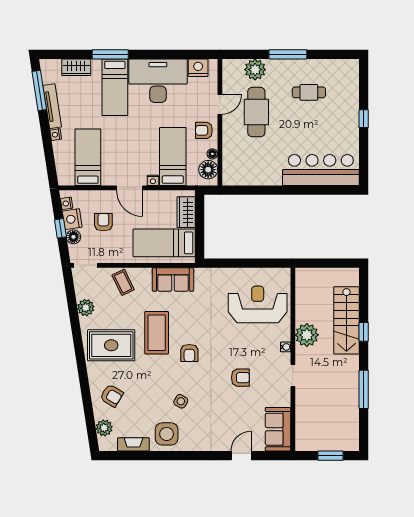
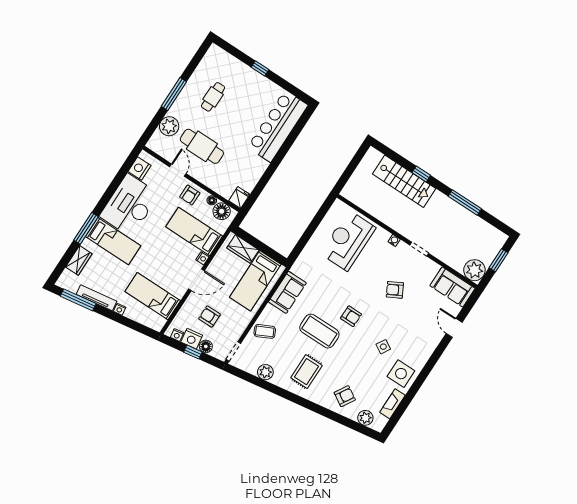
fridge: (231, 178) -> (239, 198), added
plant: (307, 335) -> (474, 270), moved
rug: (111, 345) -> (307, 372), width x0.73, depth x0.70
armchair: (240, 378) -> (395, 290), turned -118

